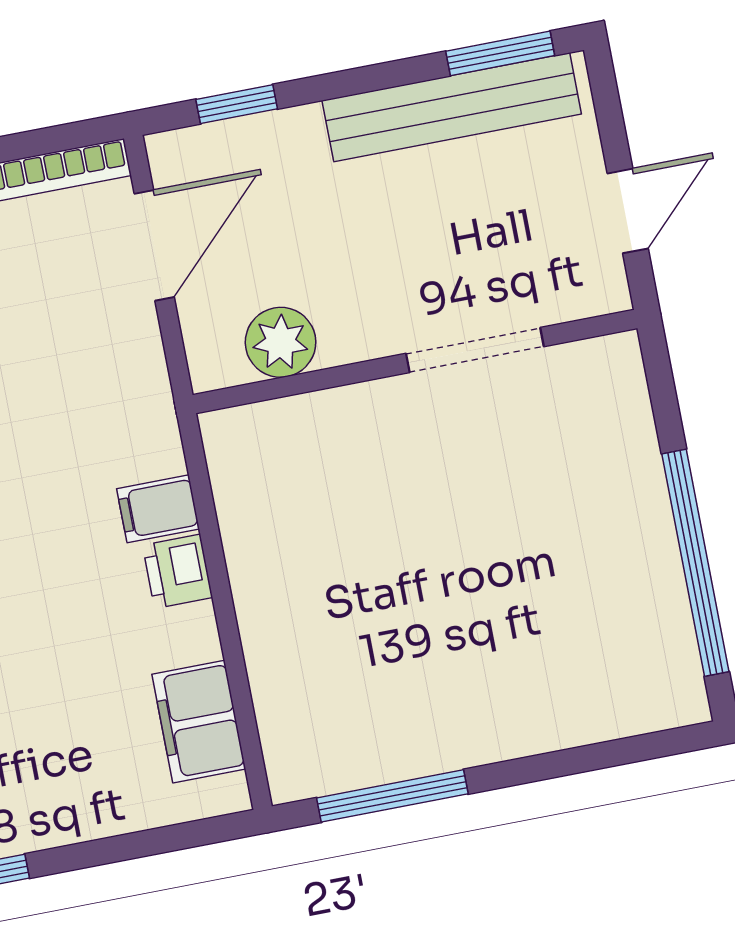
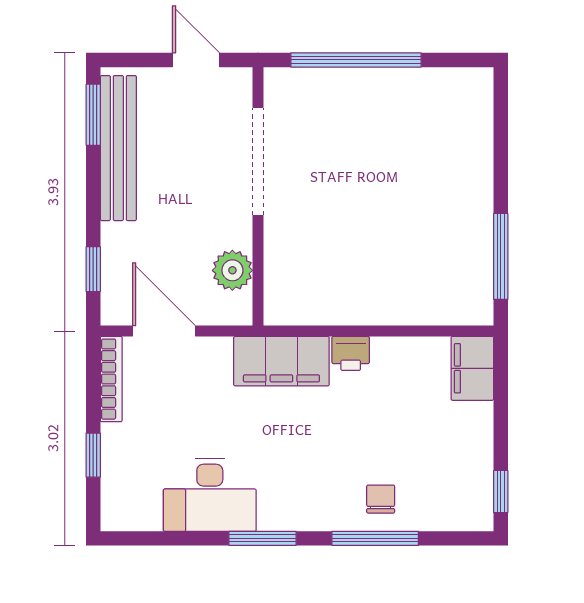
doorway: (475, 350) -> (258, 161), width x1.36
filing cabinet: (158, 509) -> (281, 361), width x3.00, depth x1.17
window: (695, 563) -> (356, 60), moved
filing cabinet: (199, 722) -> (472, 368), moved, turned 90

